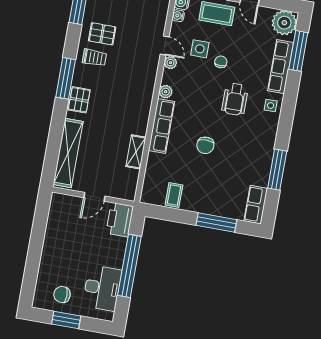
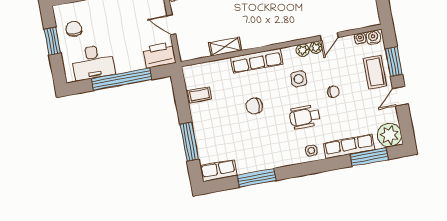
side table: (200, 49) -> (299, 79), moved
plant: (166, 92) -> (303, 50), moved

